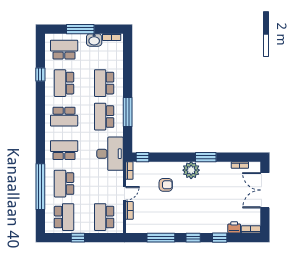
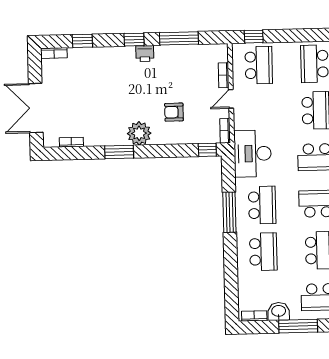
double door: (265, 190) -> (36, 108), swing flipped
printer: (234, 227) -> (145, 53), moved
window: (78, 238) -> (254, 37), moved
window: (220, 238) -> (82, 41), moved

